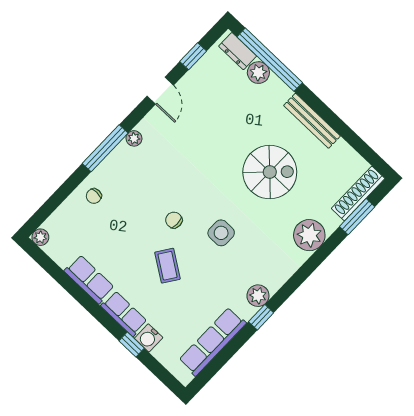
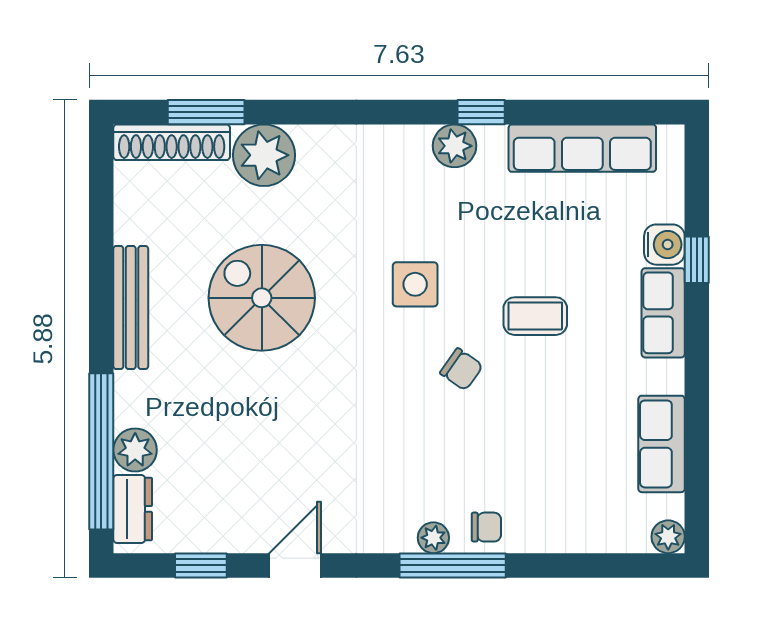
plant: (134, 138) -> (433, 538), moved
chair: (94, 196) -> (486, 527), moved
chair: (174, 220) -> (461, 369), turned -55
plant: (309, 235) -> (264, 155), moved
coffee table: (167, 266) -> (535, 316), turned 56
row of seats: (89, 279) -> (661, 444), moved

